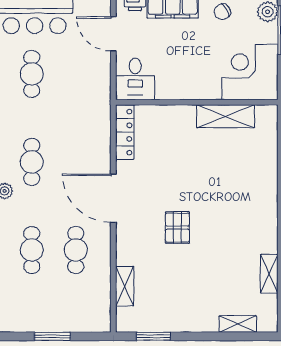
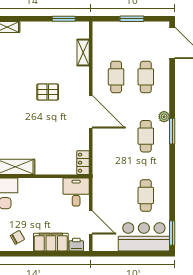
locker: (125, 132) -> (83, 163), width x0.66
pallet: (177, 228) -> (48, 92), turned 90

